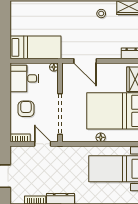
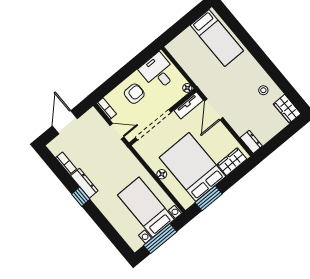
bed: (35, 47) -> (217, 38), moved
tv unit: (67, 77) -> (189, 105), added
door: (43, 144) -> (117, 131), hinge flipped

